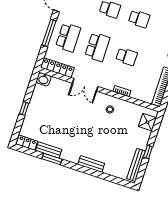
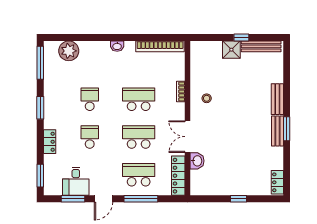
school desk: (127, 57) -> (139, 99), width x1.85
washbasin: (44, 79) -> (197, 161), moved
double door: (85, 85) -> (187, 137), swing flipped
shower: (147, 122) -> (231, 50), moved
bench: (49, 150) -> (278, 131), moved
window: (52, 159) -> (287, 129), moved

